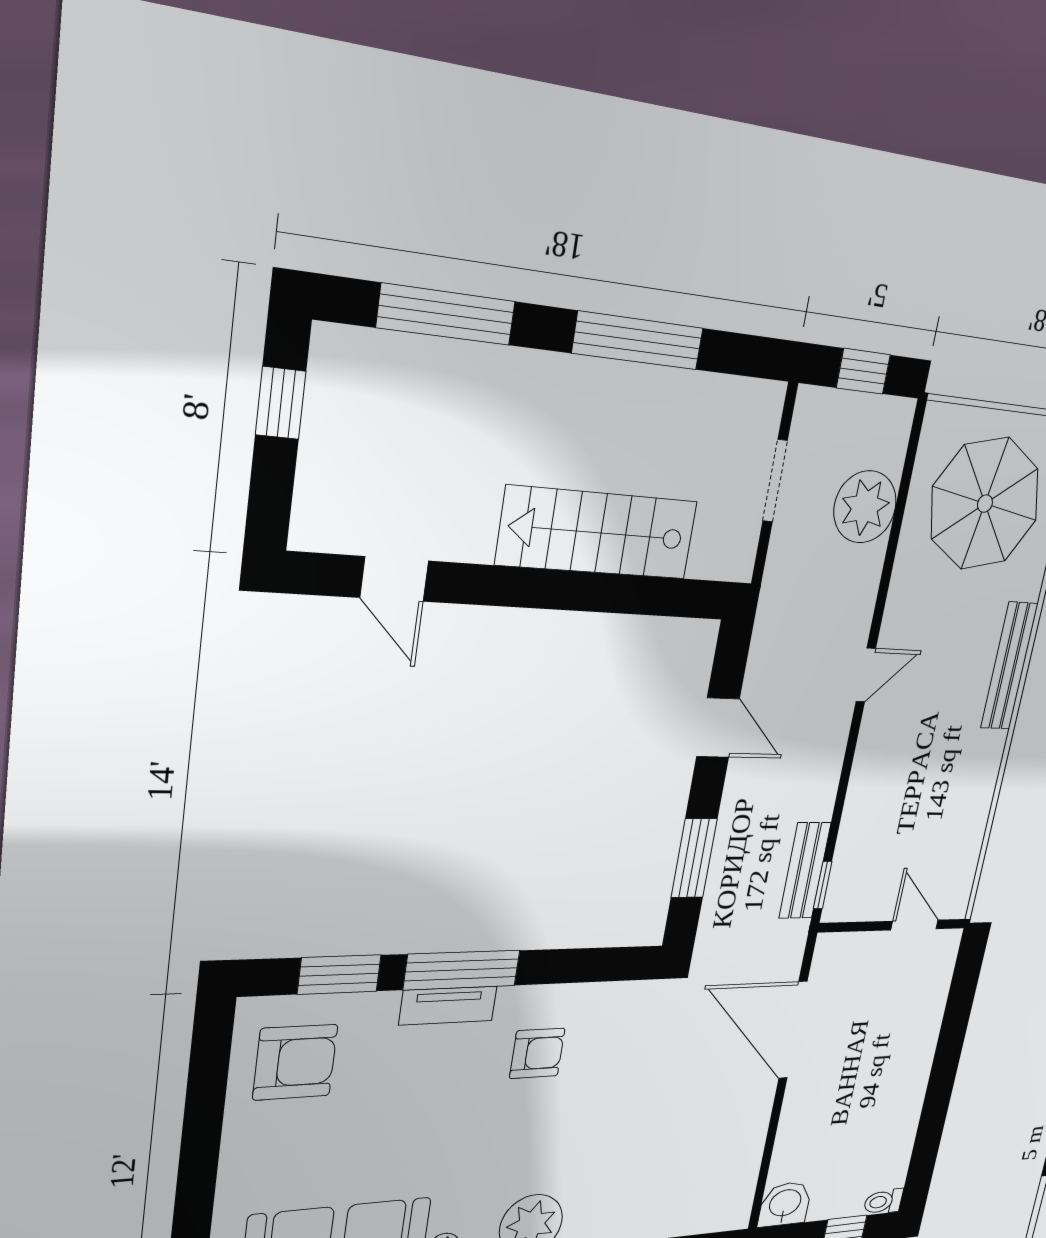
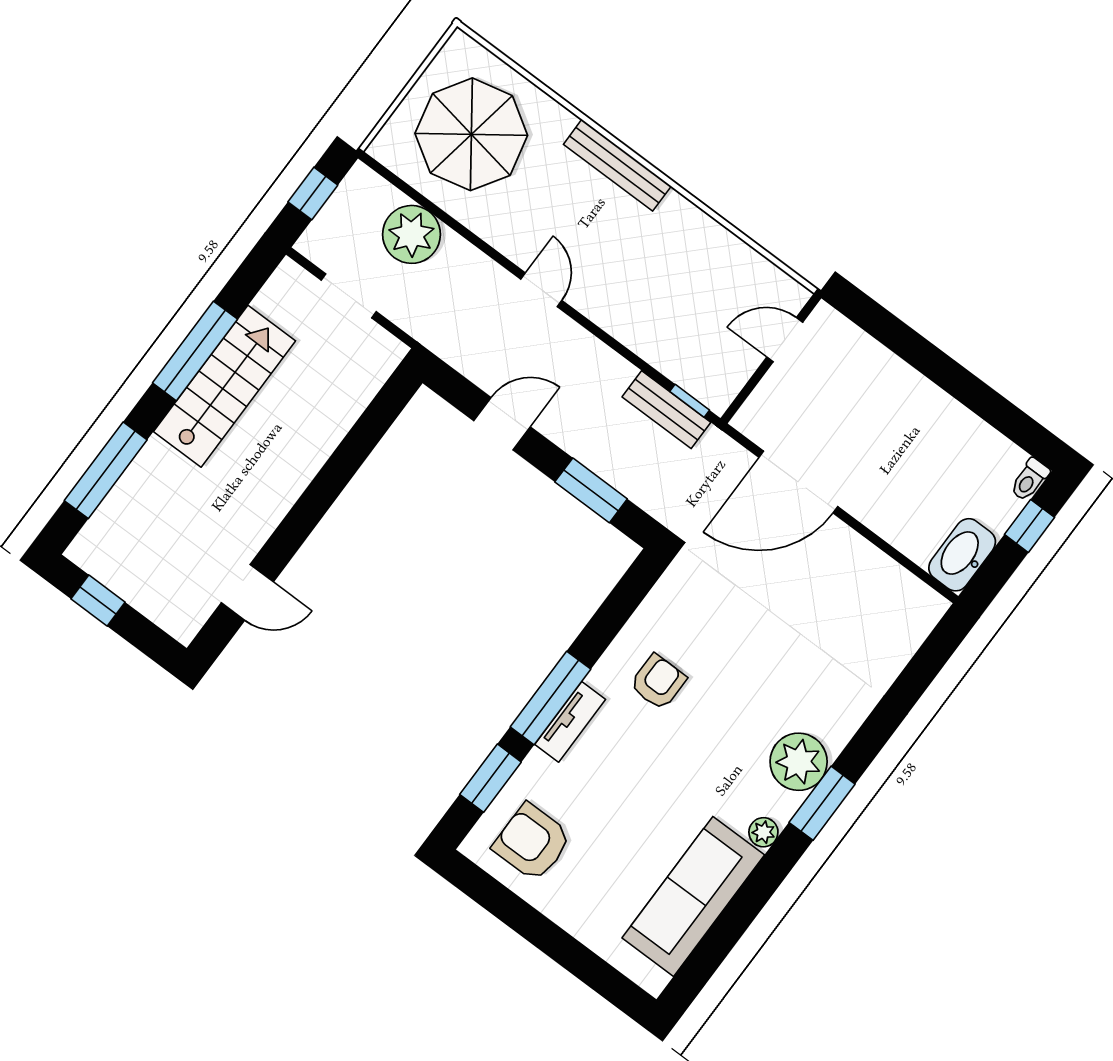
stairs: (597, 533) -> (225, 386), moved, turned 180
armchair: (295, 1062) -> (532, 842), turned -90
washbasin: (785, 1204) -> (962, 555), width x1.38

